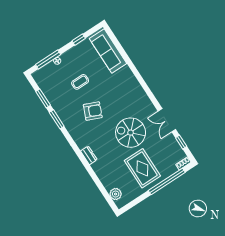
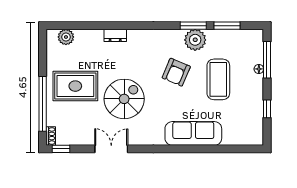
sofa: (108, 51) -> (193, 133), moved
coffee table: (80, 82) -> (218, 79), width x1.86, depth x1.72
plant: (65, 112) -> (195, 40), added
window: (181, 142) -> (61, 149), moved
dresser: (89, 155) -> (115, 35), moved

